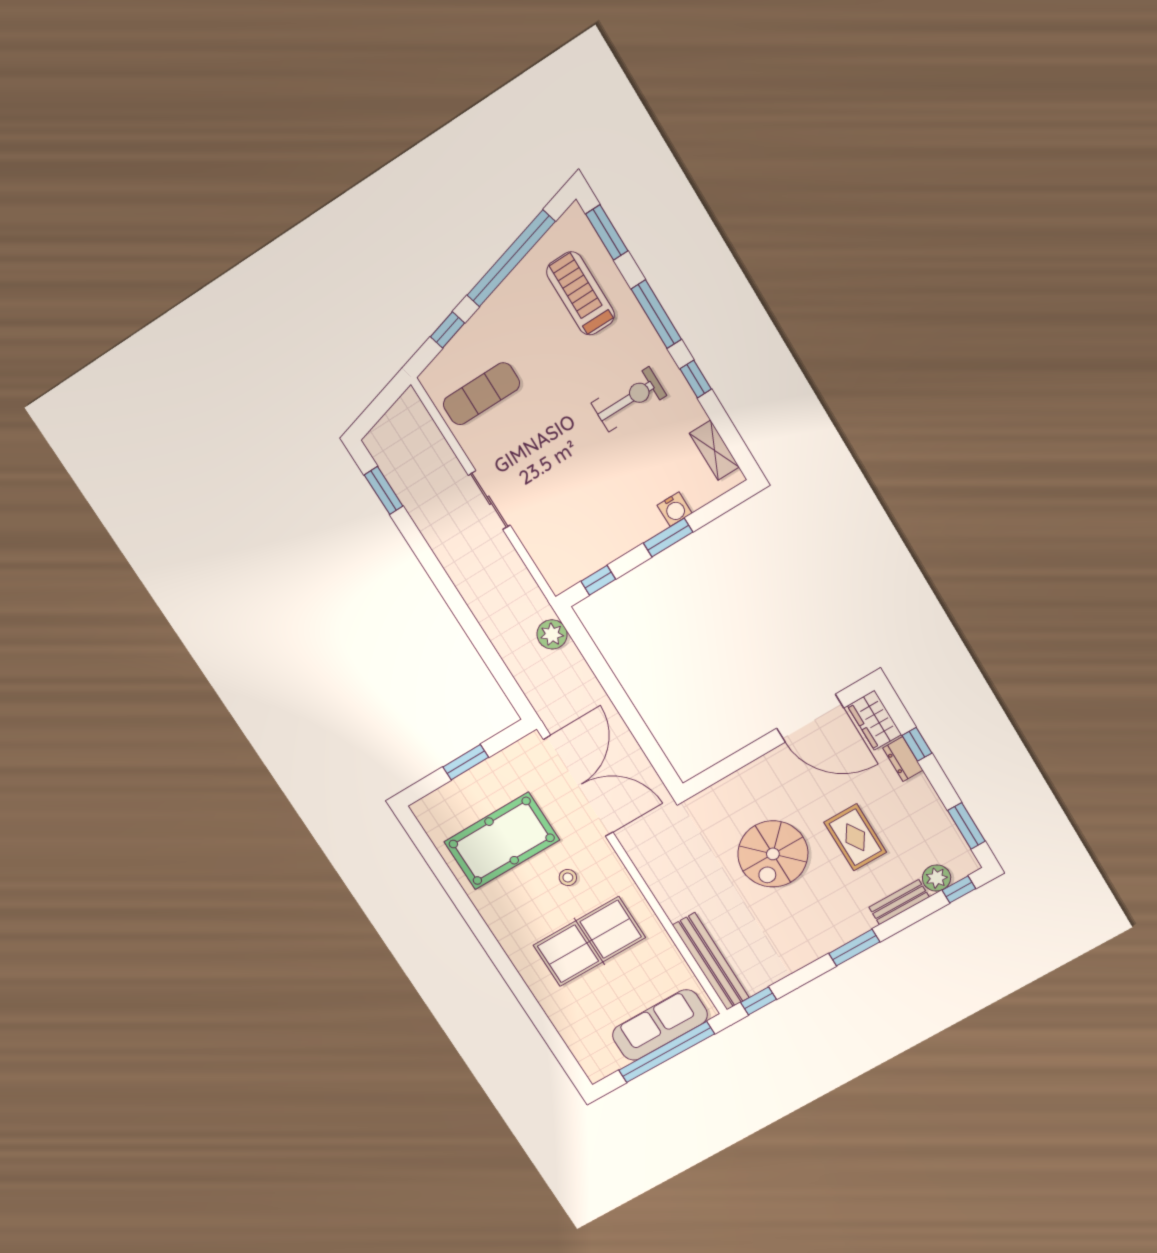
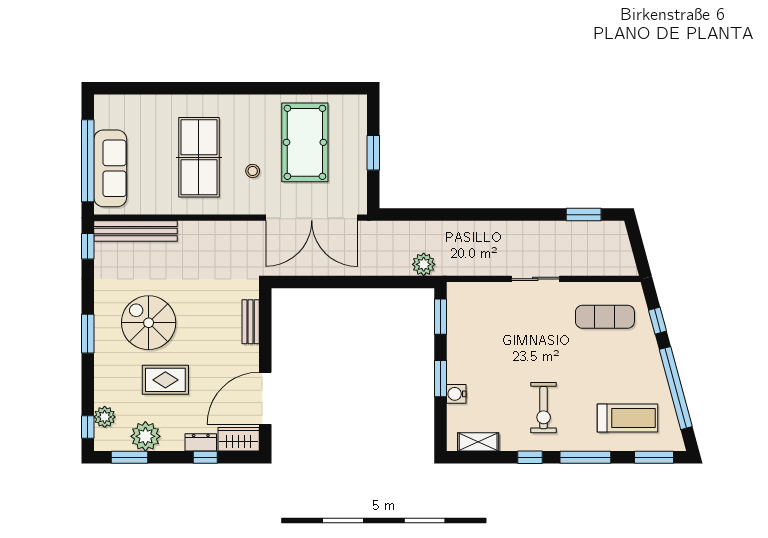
exercise mat: (481, 394) -> (605, 317), turned 90
window: (598, 580) -> (441, 317), width x1.50
plant: (932, 822) -> (145, 436), added
spiral stairs: (773, 854) -> (149, 323), moved
bench: (899, 902) -> (251, 322), moved

